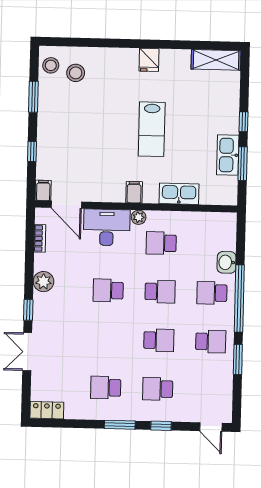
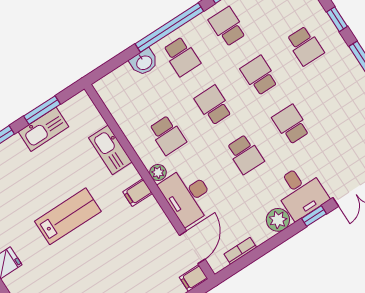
desk: (53, 312) -> (301, 192), added
school desk: (106, 388) -> (291, 125), moved, turned 180

